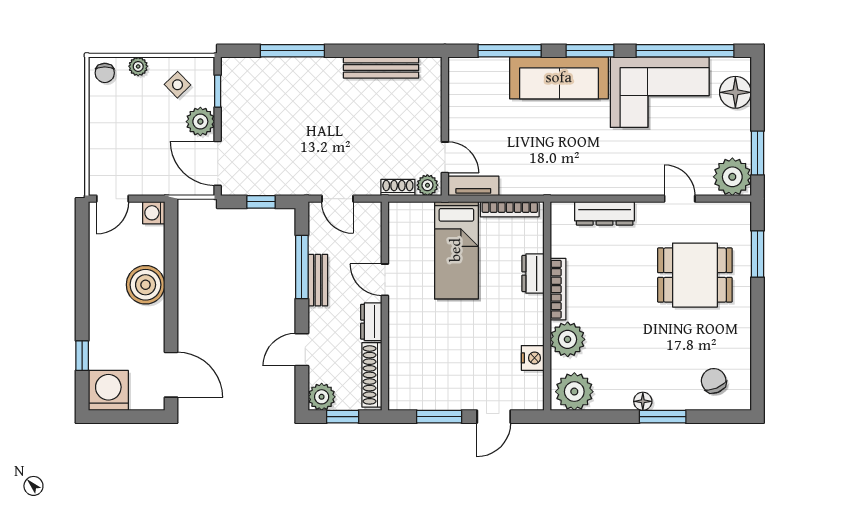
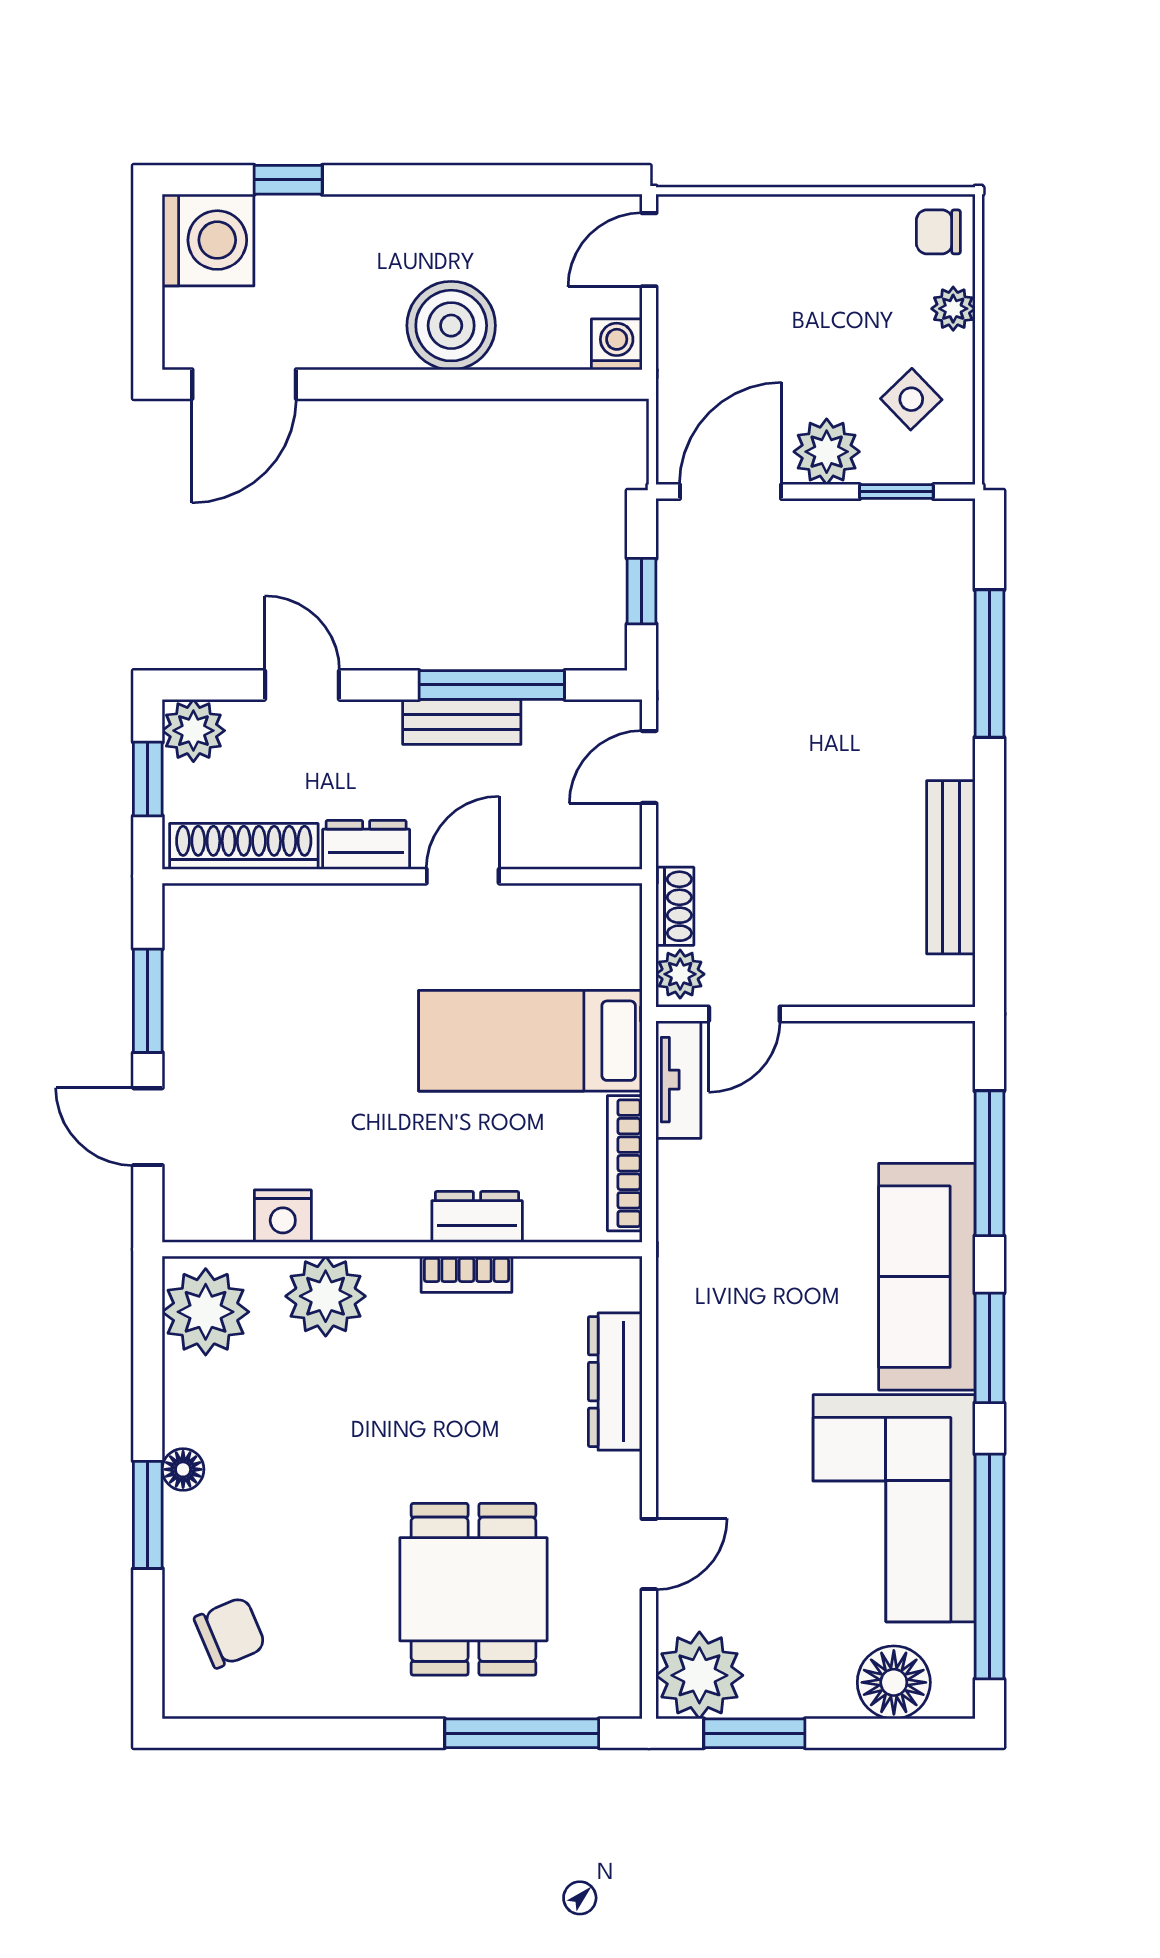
door: (113, 199) -> (649, 250), hinge flipped
window: (757, 254) -> (522, 1733), width x1.44
bookcase: (558, 289) -> (466, 1274), width x0.64

